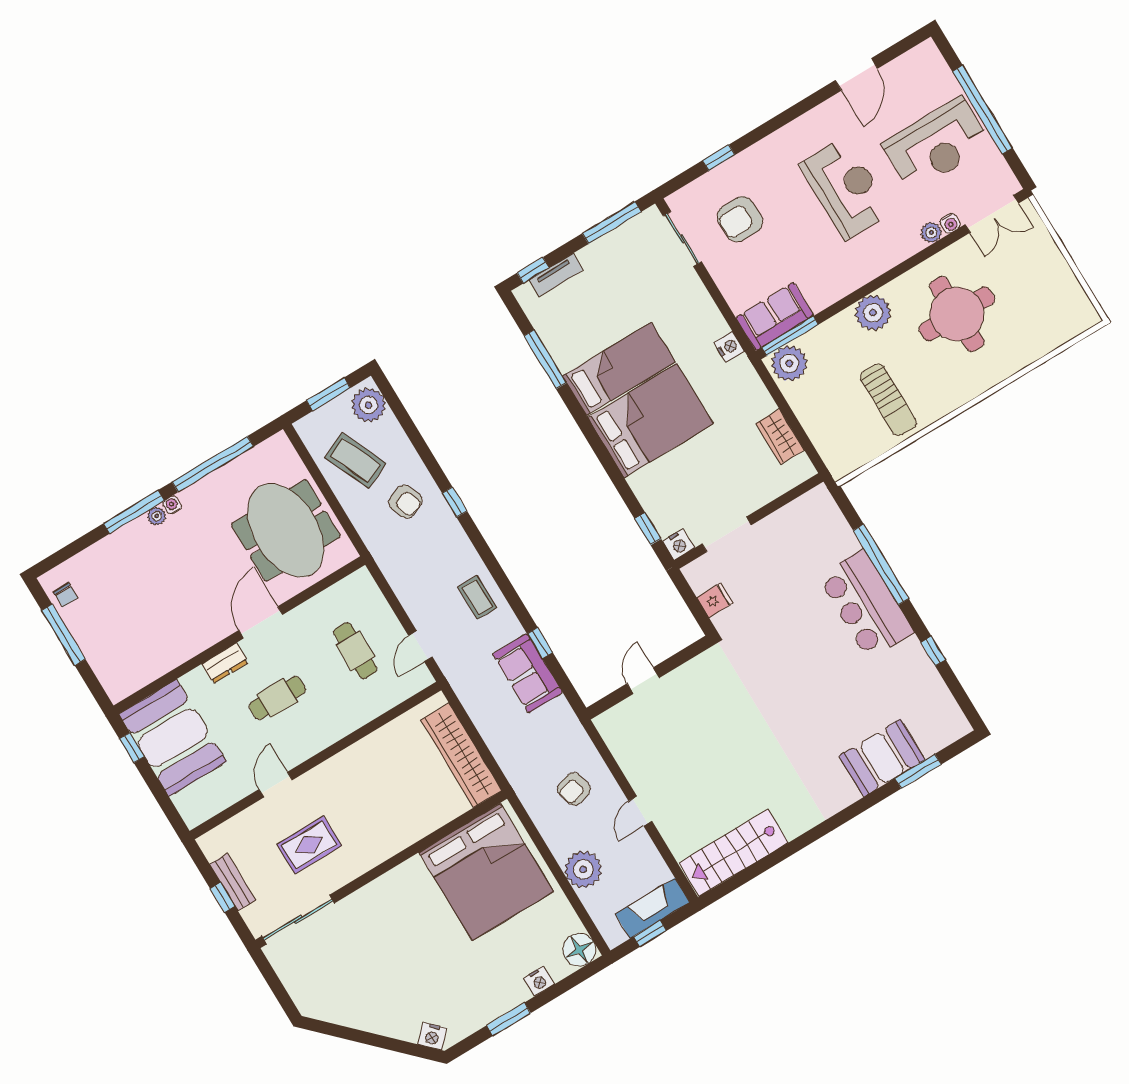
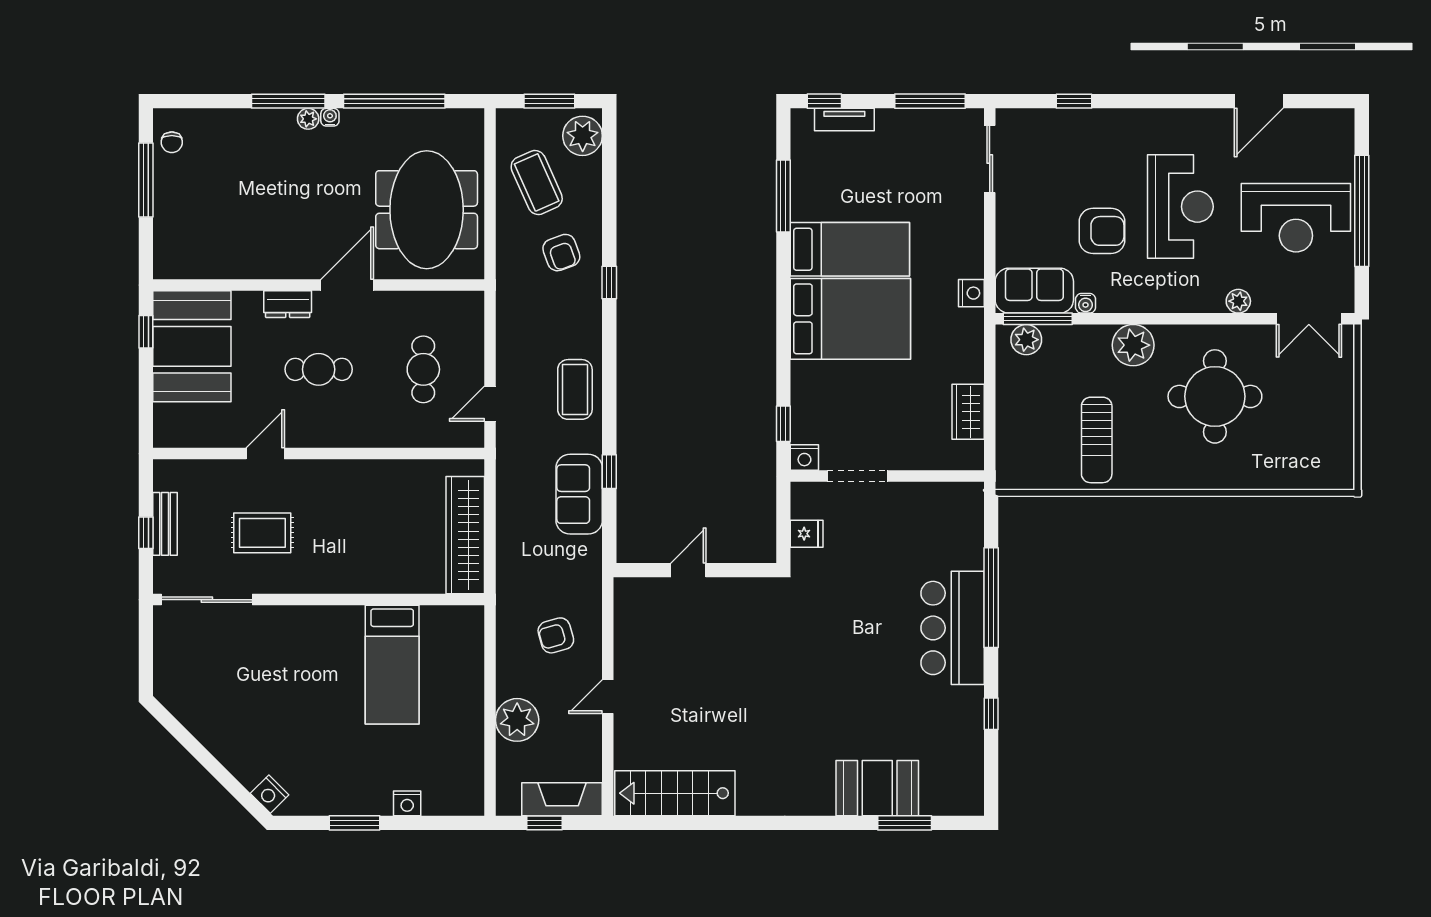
armchair: (740, 219) -> (1102, 231), moved, turned 180
water cooler: (950, 223) -> (1086, 303), moved
plant: (789, 363) -> (1026, 340), width x0.73, depth x0.73
coffee table: (477, 597) -> (575, 389), width x1.36, depth x1.30
bed: (486, 872) -> (392, 665), width x0.49
floor lamp: (579, 950) -> (466, 797), removed

